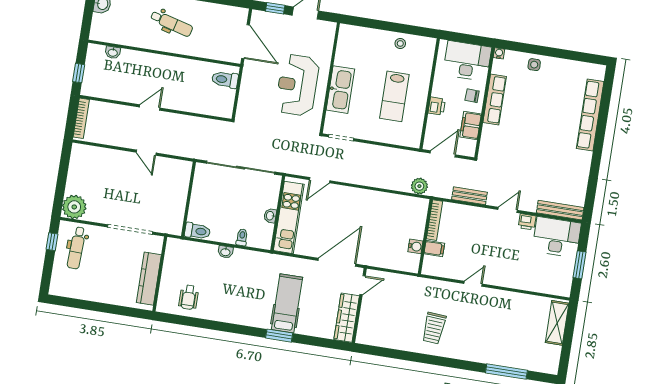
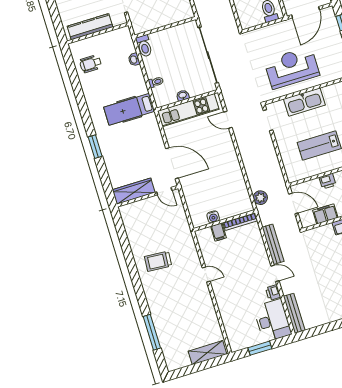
bench: (469, 196) -> (273, 244), width x1.36
washbasin: (225, 252) -> (134, 59), moved
hospital bed: (287, 303) -> (129, 109), moved, turned 180

